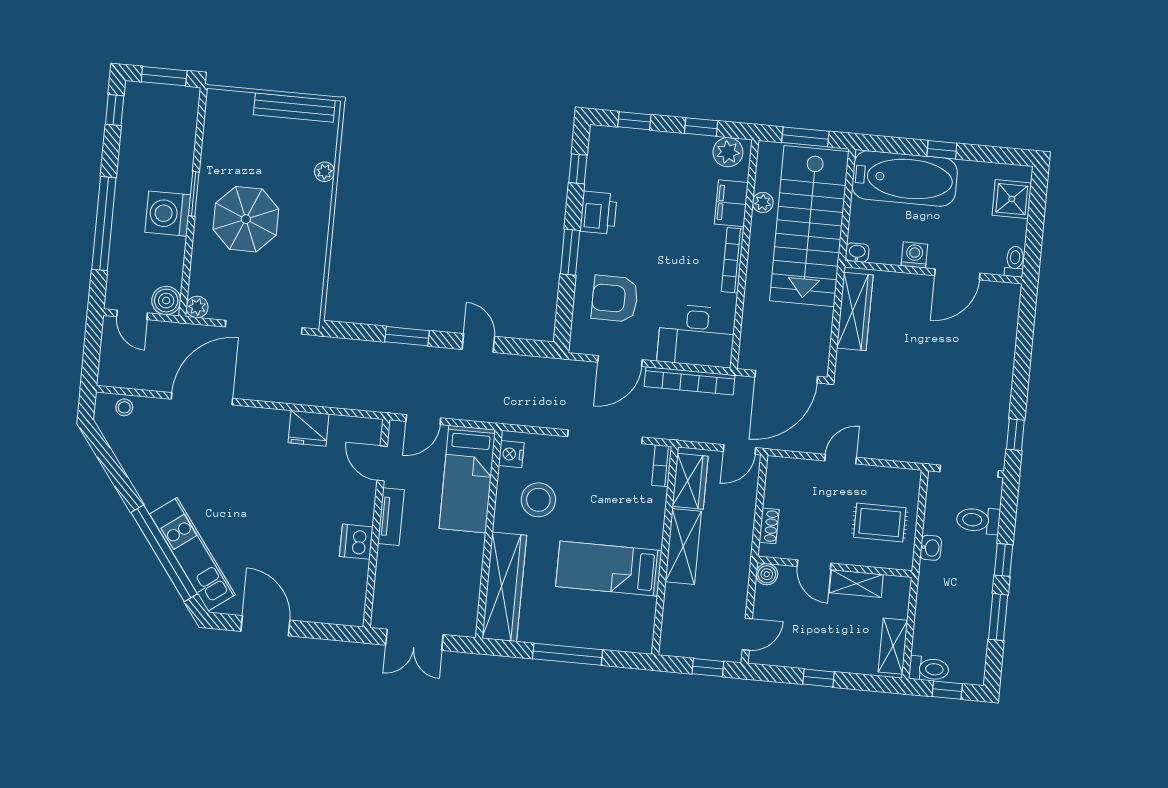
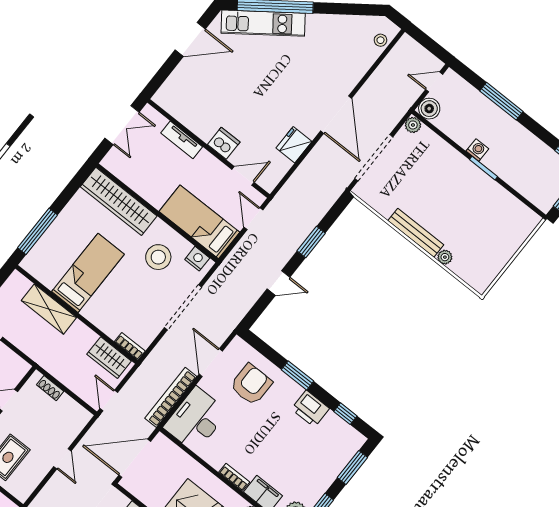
bench: (294, 108) -> (416, 233), moved, turned 90
window: (634, 121) -> (352, 467), width x1.50
washing machine: (168, 214) -> (477, 150), width x0.53, depth x0.53
parasol: (246, 219) -> (447, 190), removed
window: (104, 224) -> (501, 101), width x0.68
bookcase: (733, 260) -> (234, 477), width x0.64
door: (786, 377) -> (135, 458), hinge flipped
door: (202, 399) -> (336, 115), moved
doorway: (605, 437) -> (183, 307), moved
tv unit: (391, 517) -> (182, 140), moved
dishwasher: (356, 542) -> (224, 143), moved
shelving: (683, 547) -> (49, 309), moved
boiler: (767, 574) -> (21, 367), removed
double door: (414, 640) -> (122, 125), swing flipped
window: (567, 654) -> (38, 231), moved

